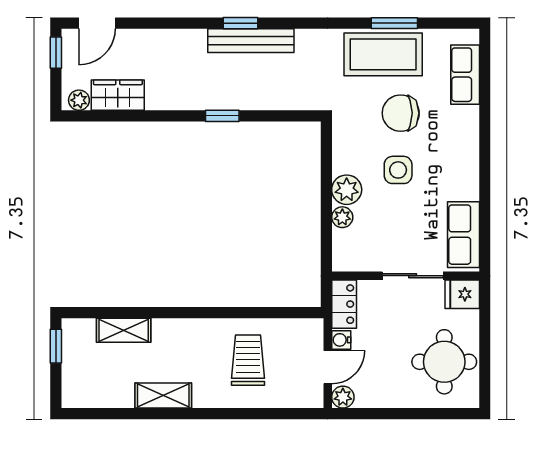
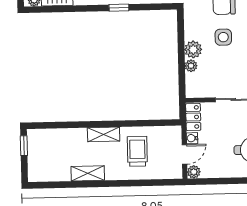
shelving: (124, 330) -> (104, 134), moved

